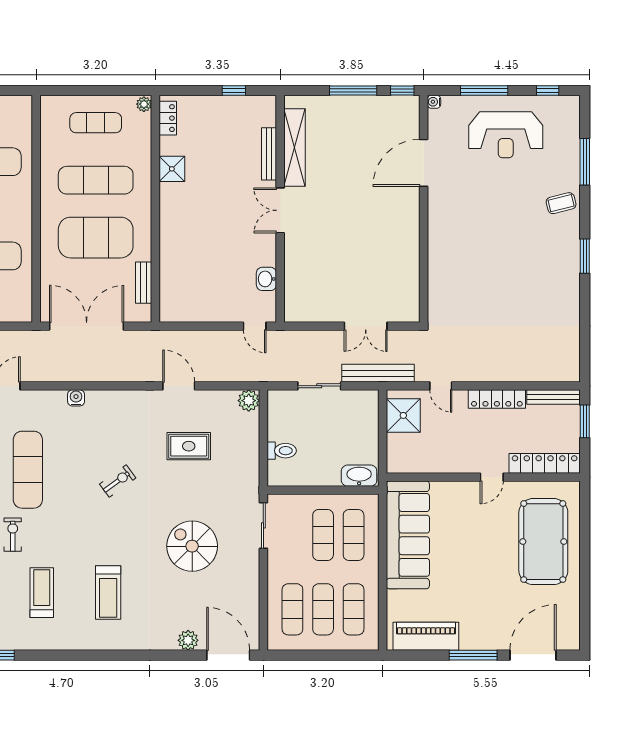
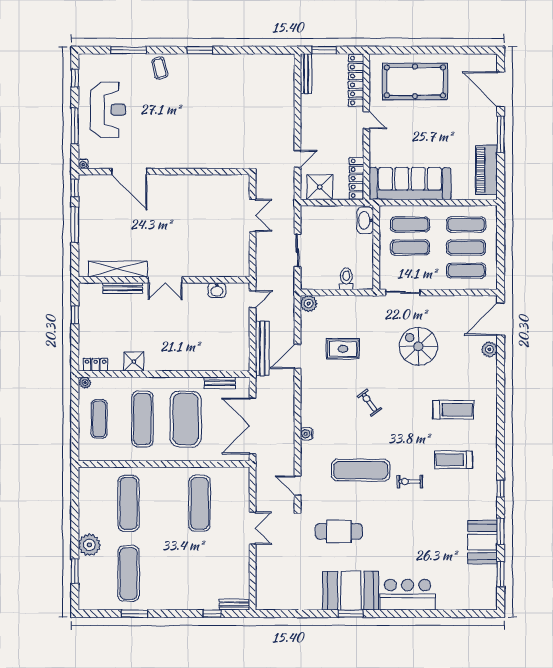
bench: (378, 373) -> (262, 349), moved
locker: (497, 399) -> (356, 178), moved, turned 180
rug: (189, 446) -> (343, 349), turned 90
spiral stairs: (192, 546) -> (418, 346), turned 90

